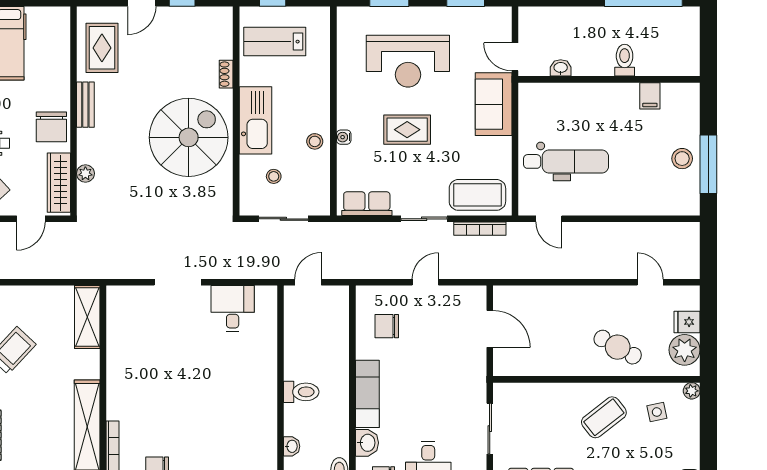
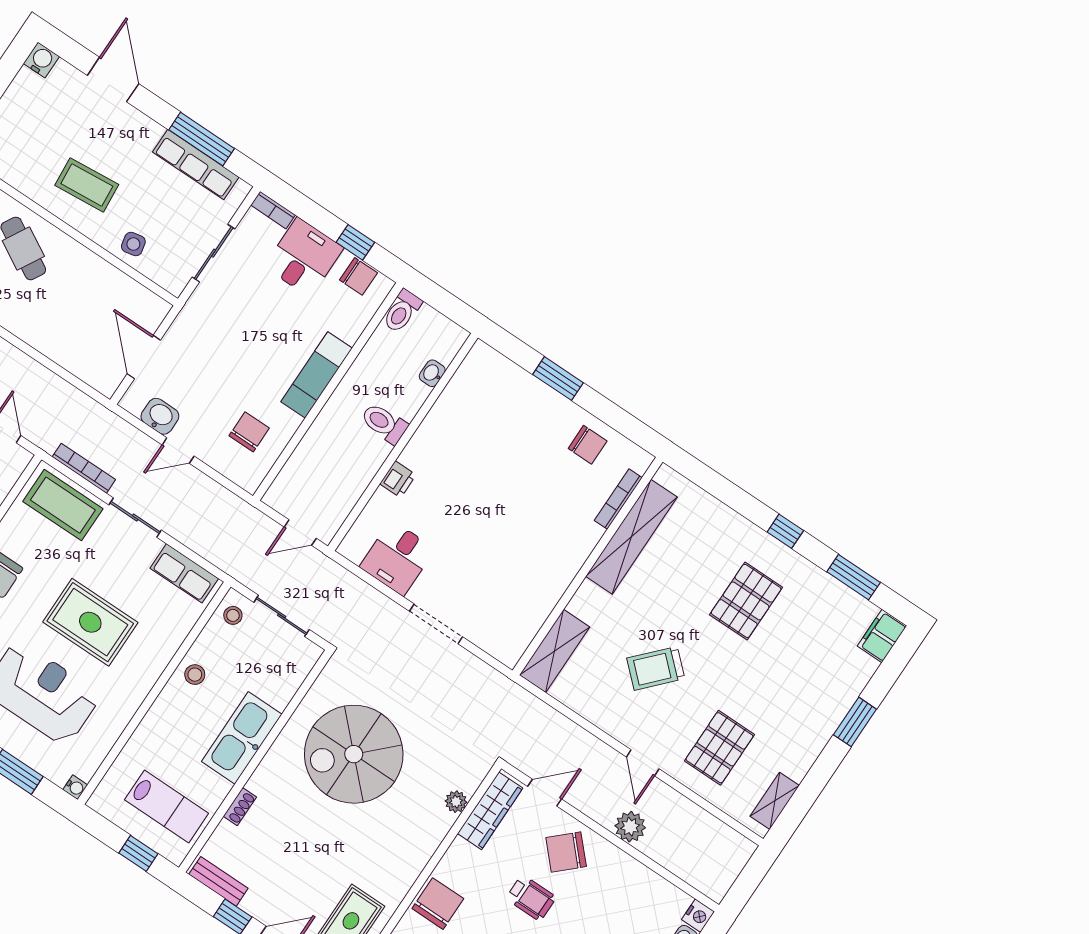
bench: (85, 105) -> (218, 881), moved, turned 90
chair: (51, 127) -> (438, 904), moved
rug: (407, 130) -> (90, 622), width x1.36, depth x1.43
spiral stairs: (189, 137) -> (354, 754), moved
water cooler: (344, 137) -> (75, 787), moved
stool: (274, 176) -> (233, 615), moved
chair: (387, 326) -> (249, 432), turned -90
printer: (267, 361) -> (398, 479), added
side table: (657, 412) -> (133, 244), moved
coffee table: (604, 417) -> (87, 185), turned 33
washbasin: (367, 443) -> (160, 416), moved, turned 90

